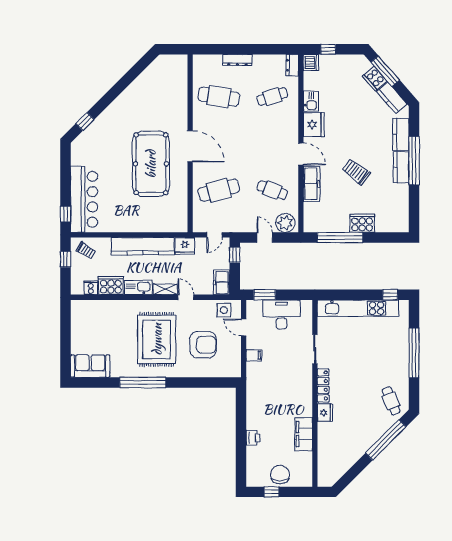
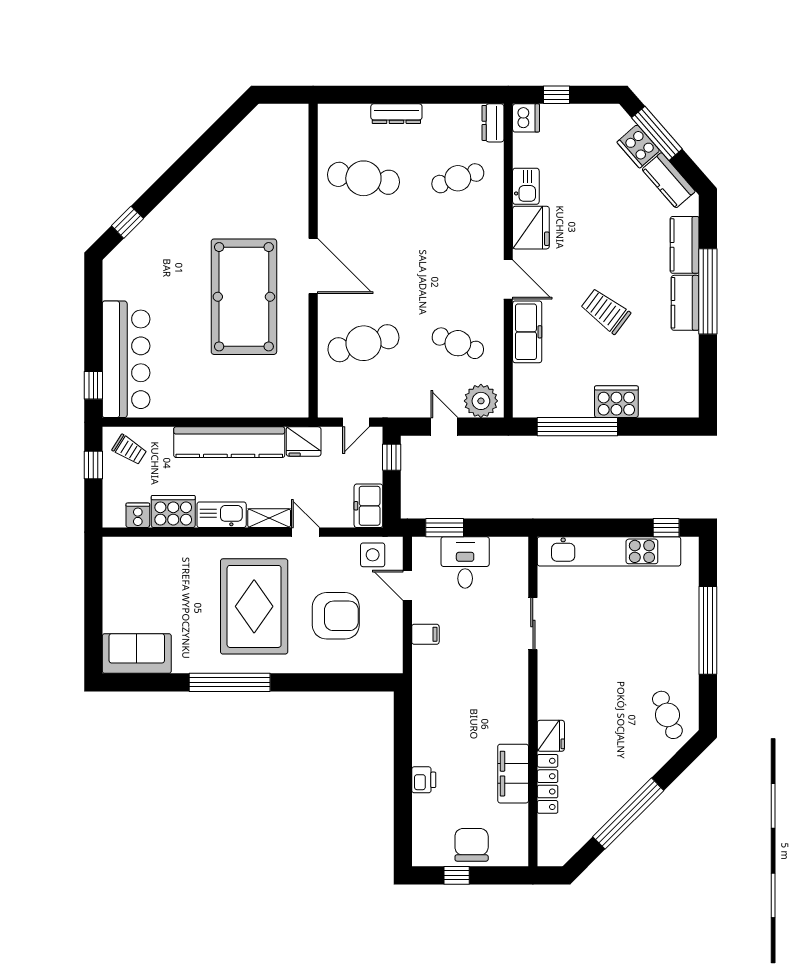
desk: (281, 314) -> (465, 562), width x0.73
locker: (323, 385) -> (548, 784), moved
window: (386, 440) -> (628, 814), moved

